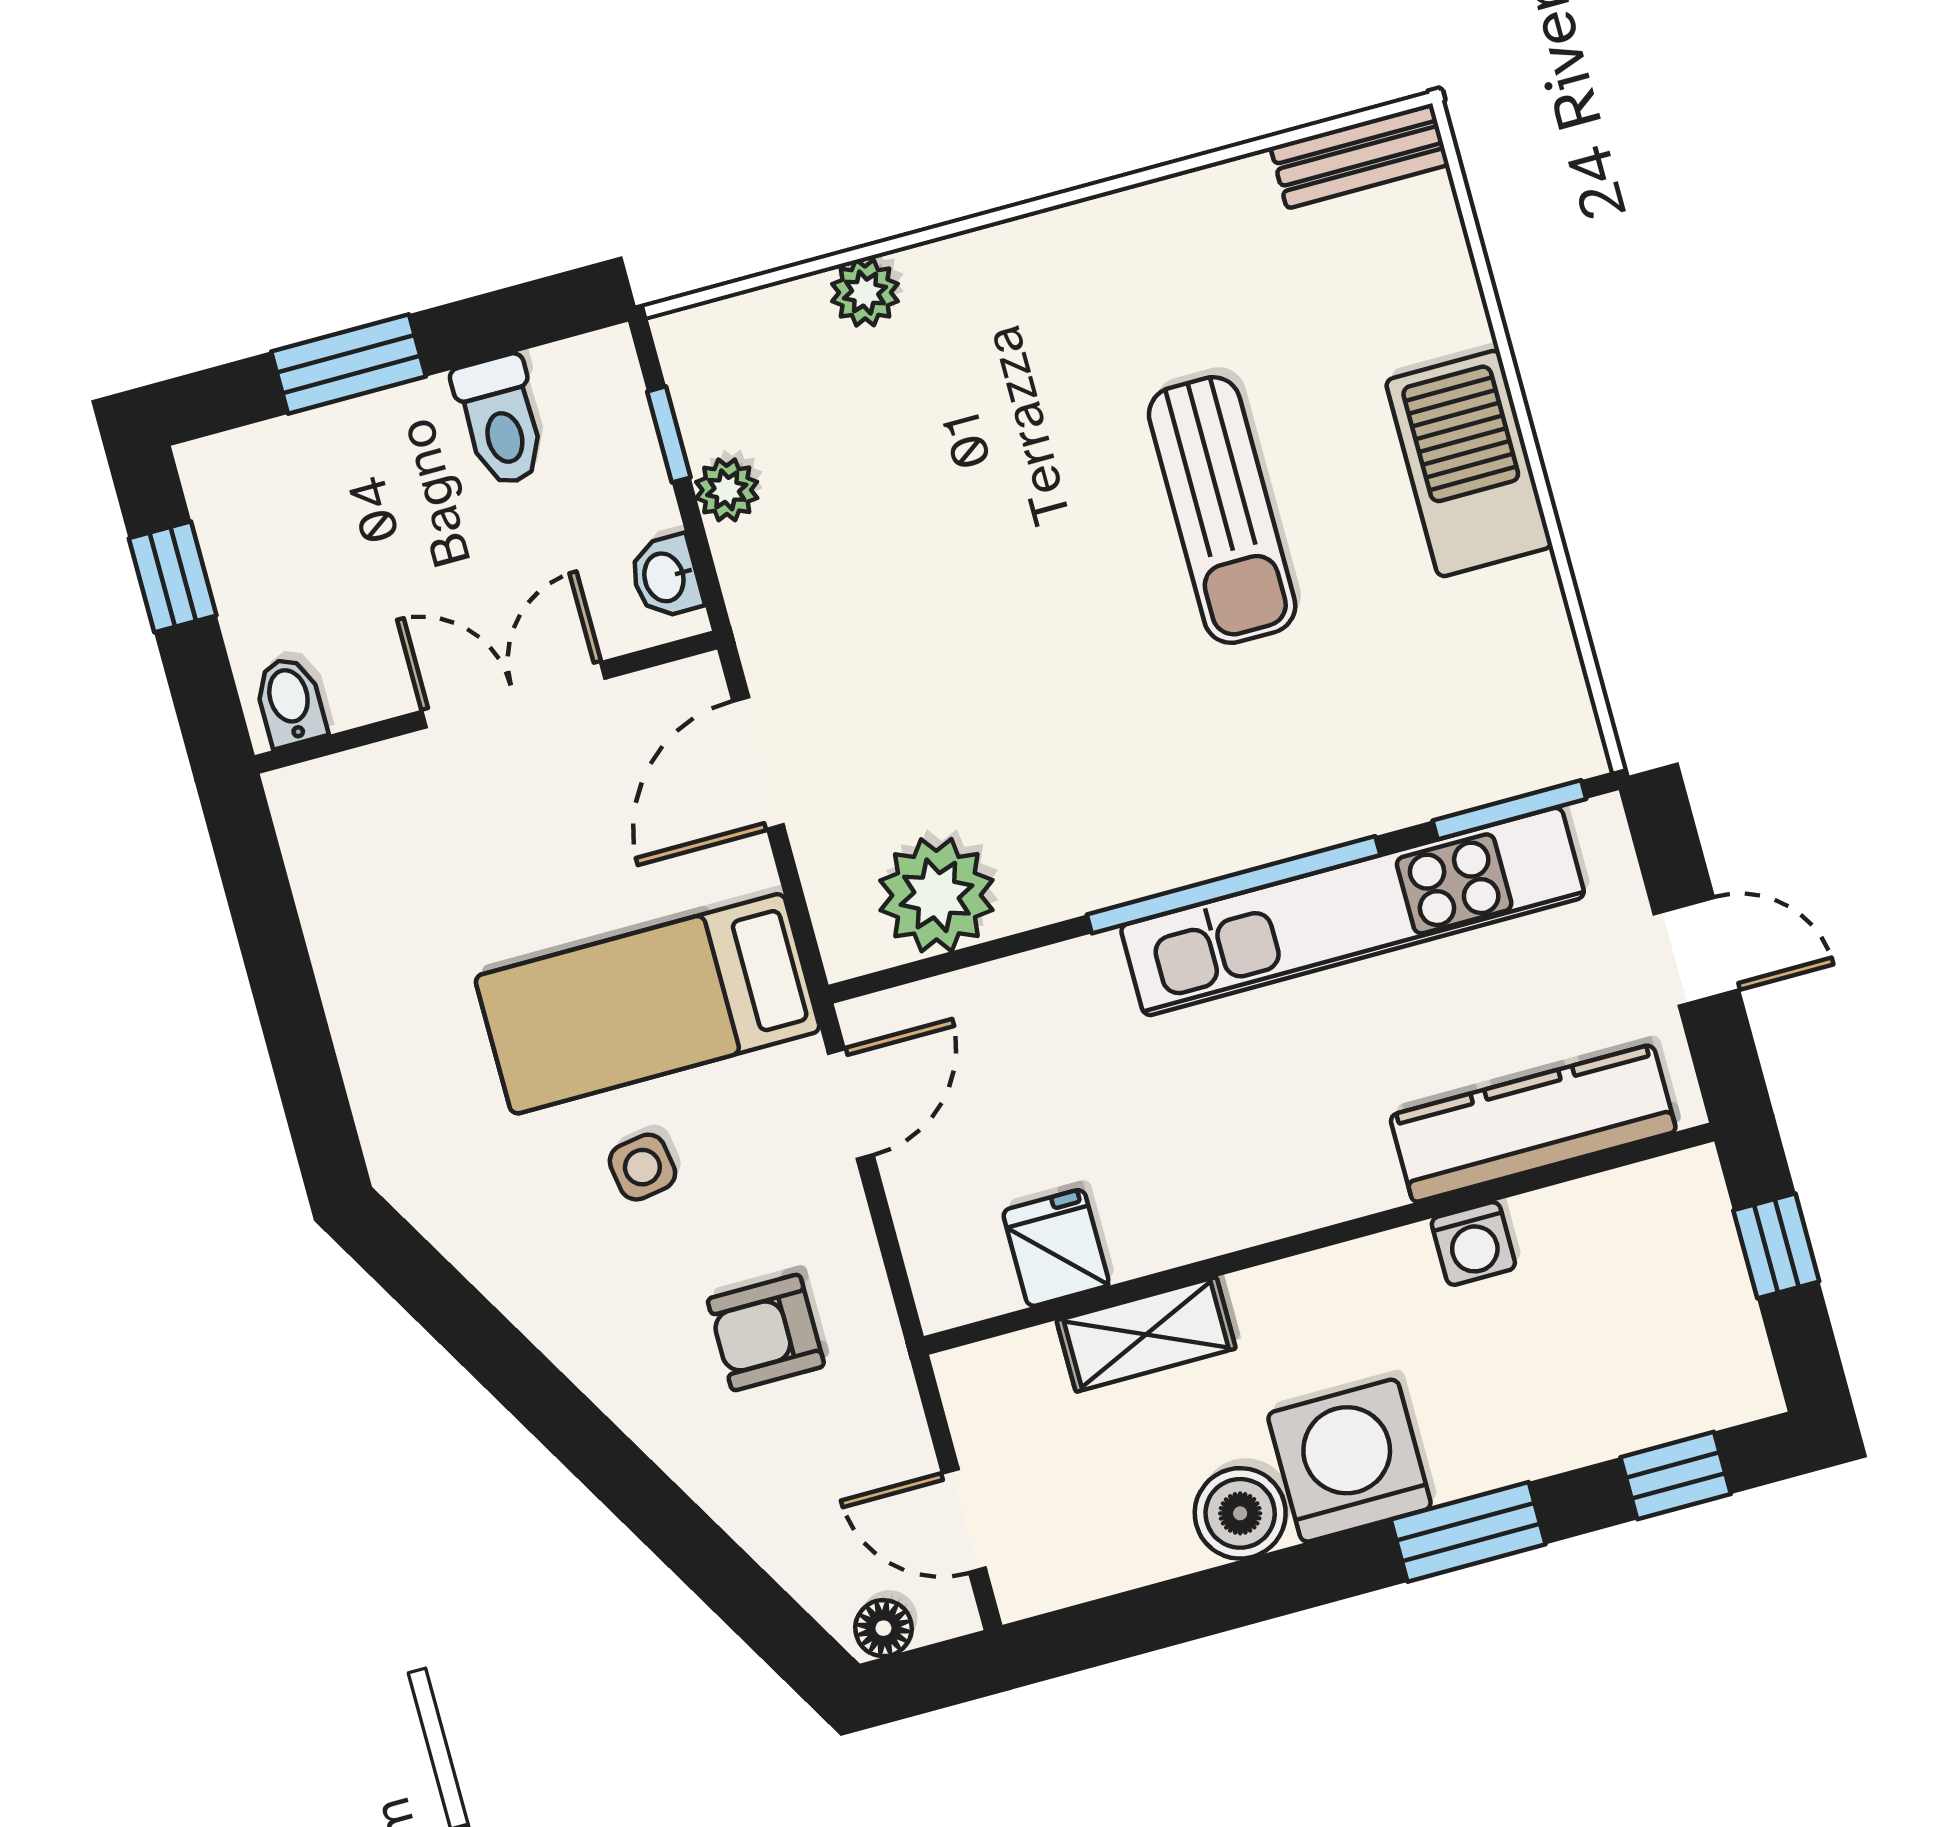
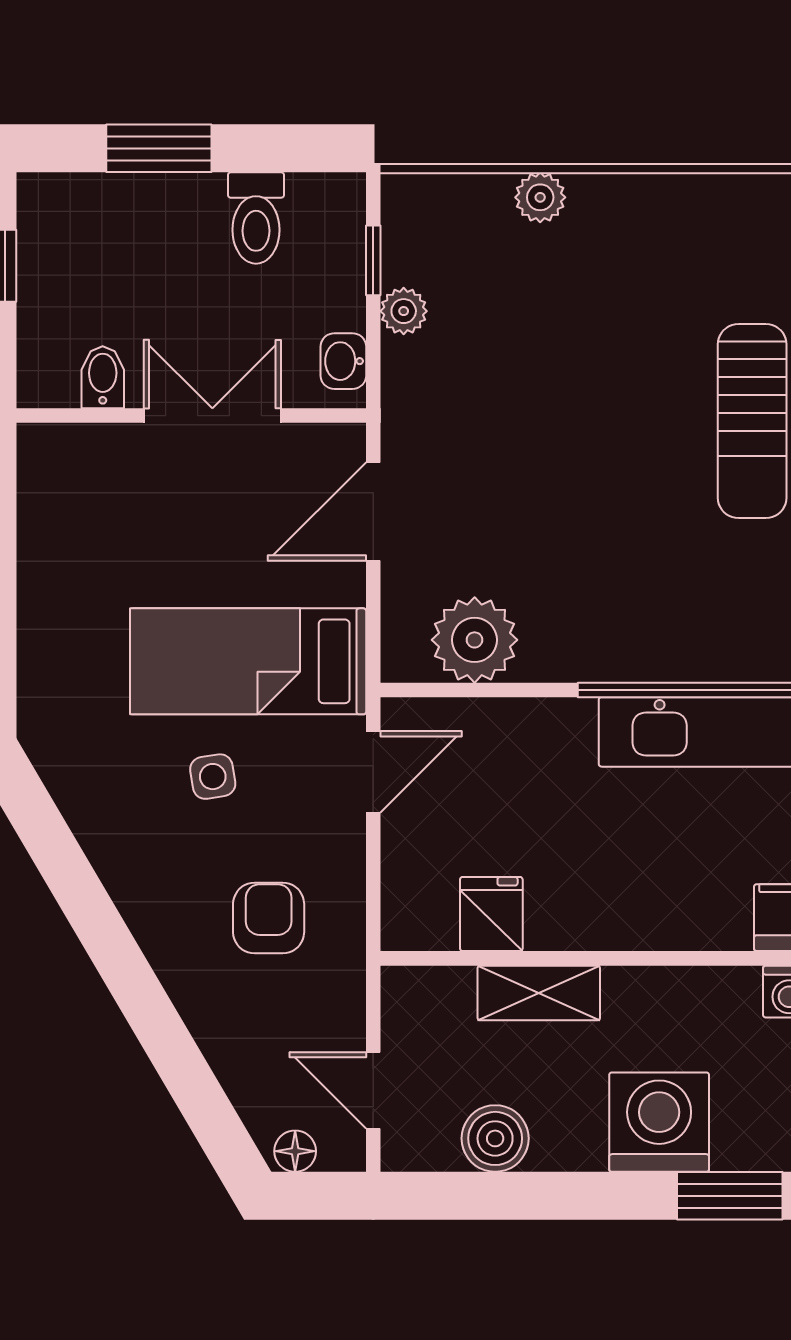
bidet: (290, 702) -> (103, 377), moved
armchair: (766, 1332) -> (269, 918), turned 90
boiler: (1240, 1513) -> (495, 1138), moved

